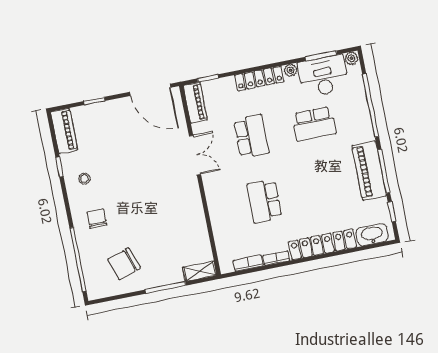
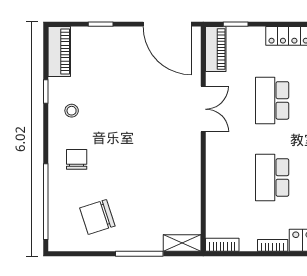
school desk: (251, 136) -> (272, 100), turned 180
bookcase: (248, 263) -> (222, 245), moved

